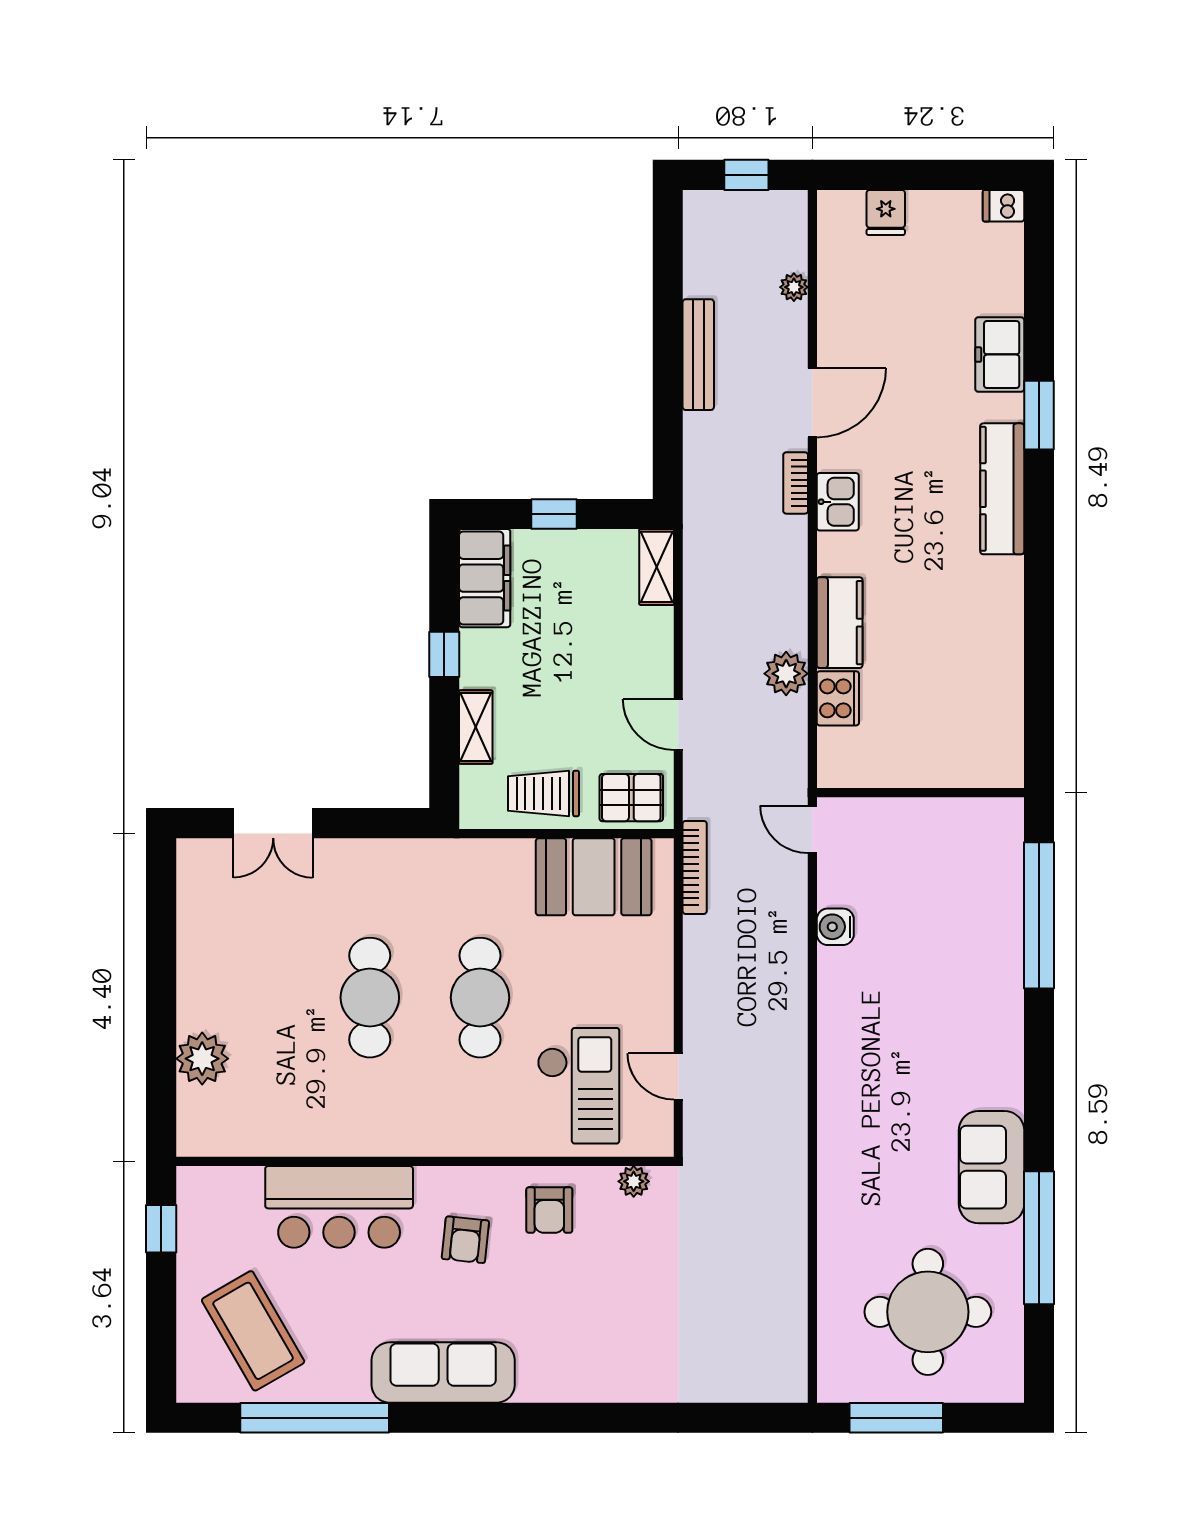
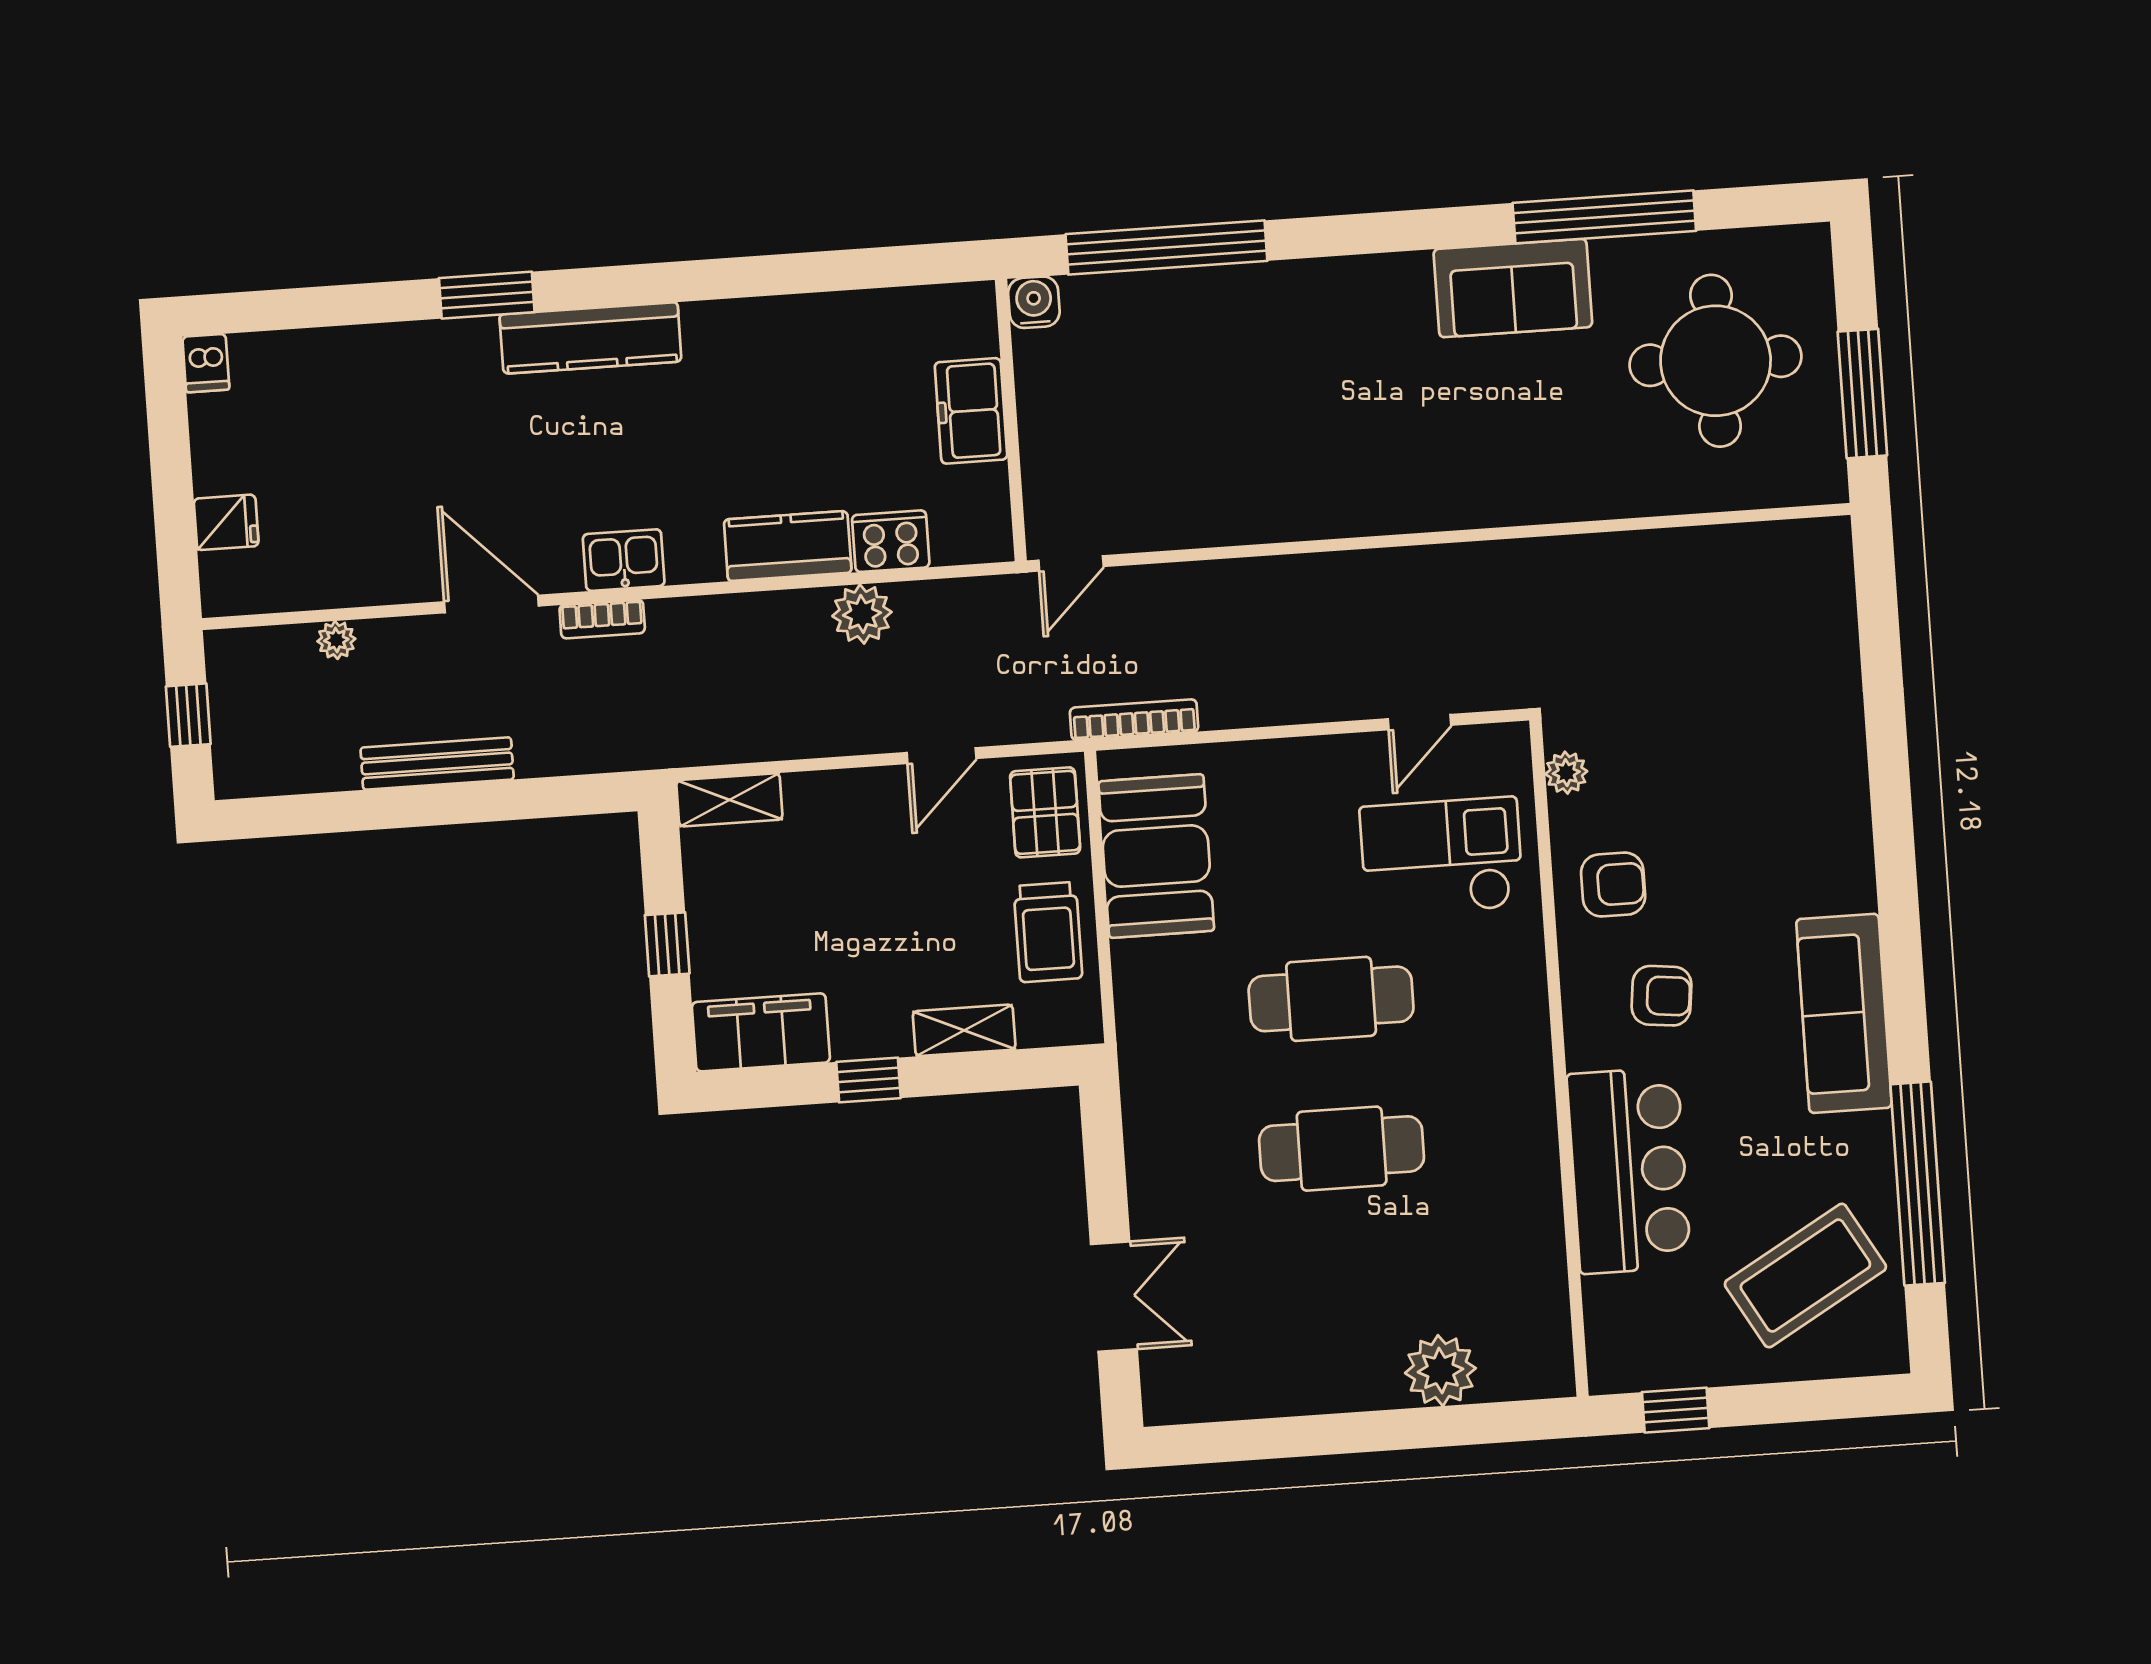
freezer: (1000, 354) -> (971, 411), moved, turned 90
water cooler: (835, 927) -> (1034, 302), moved, turned 180

